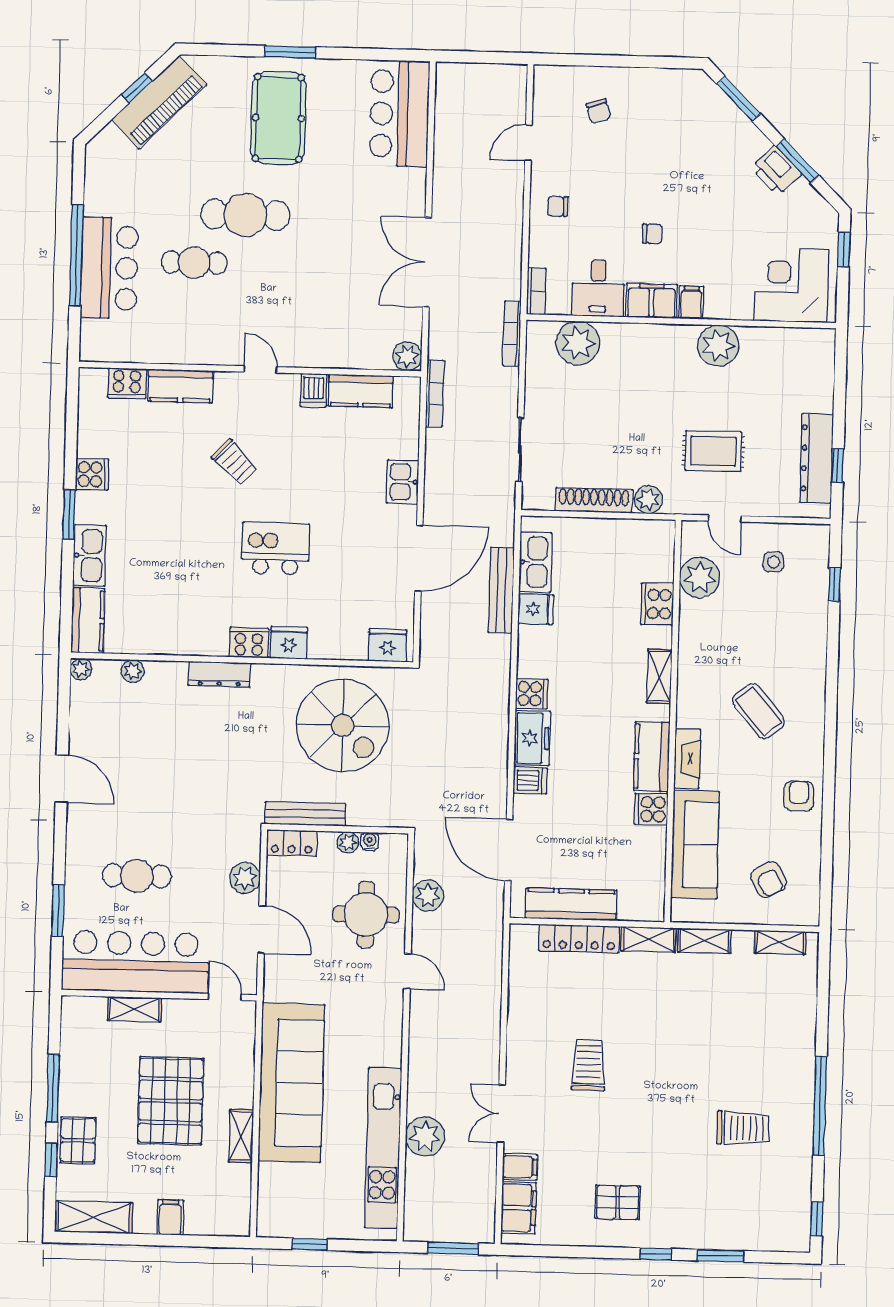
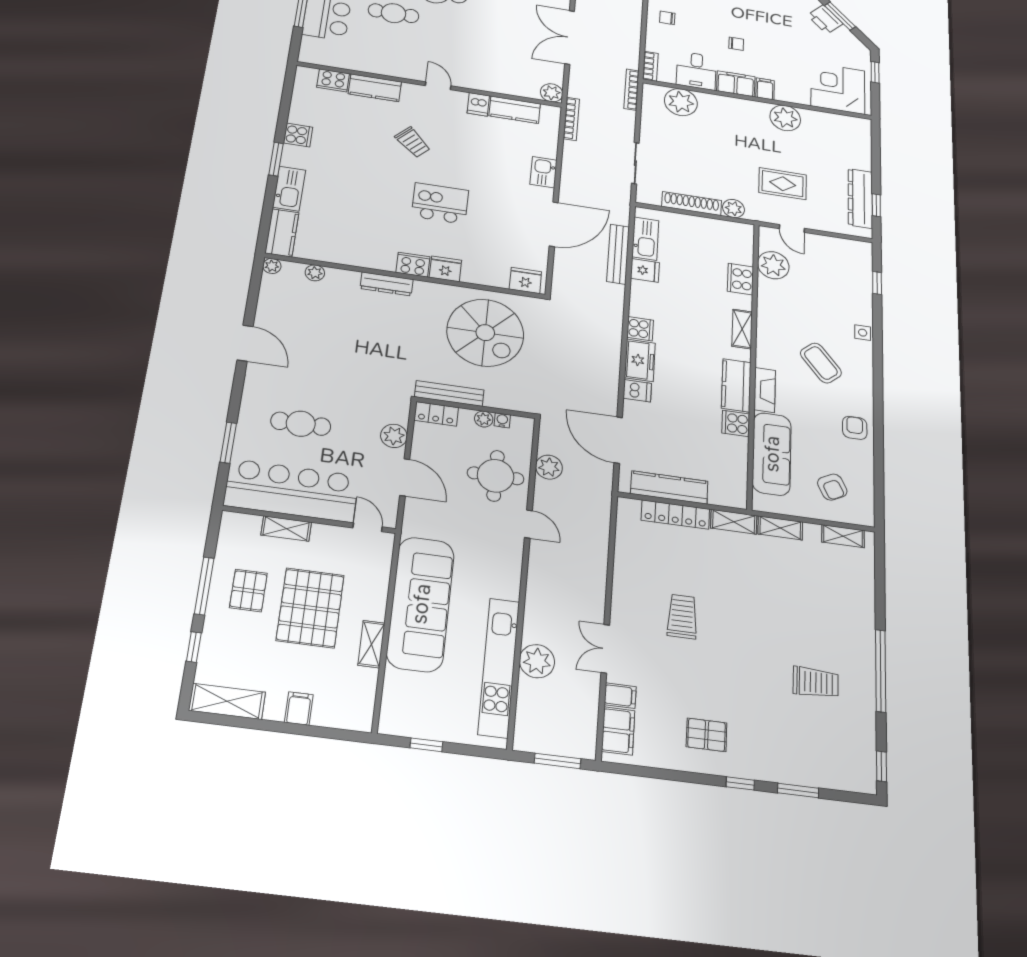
side table: (774, 562) -> (863, 333), moved
pallet: (78, 1140) -> (248, 590), moved

